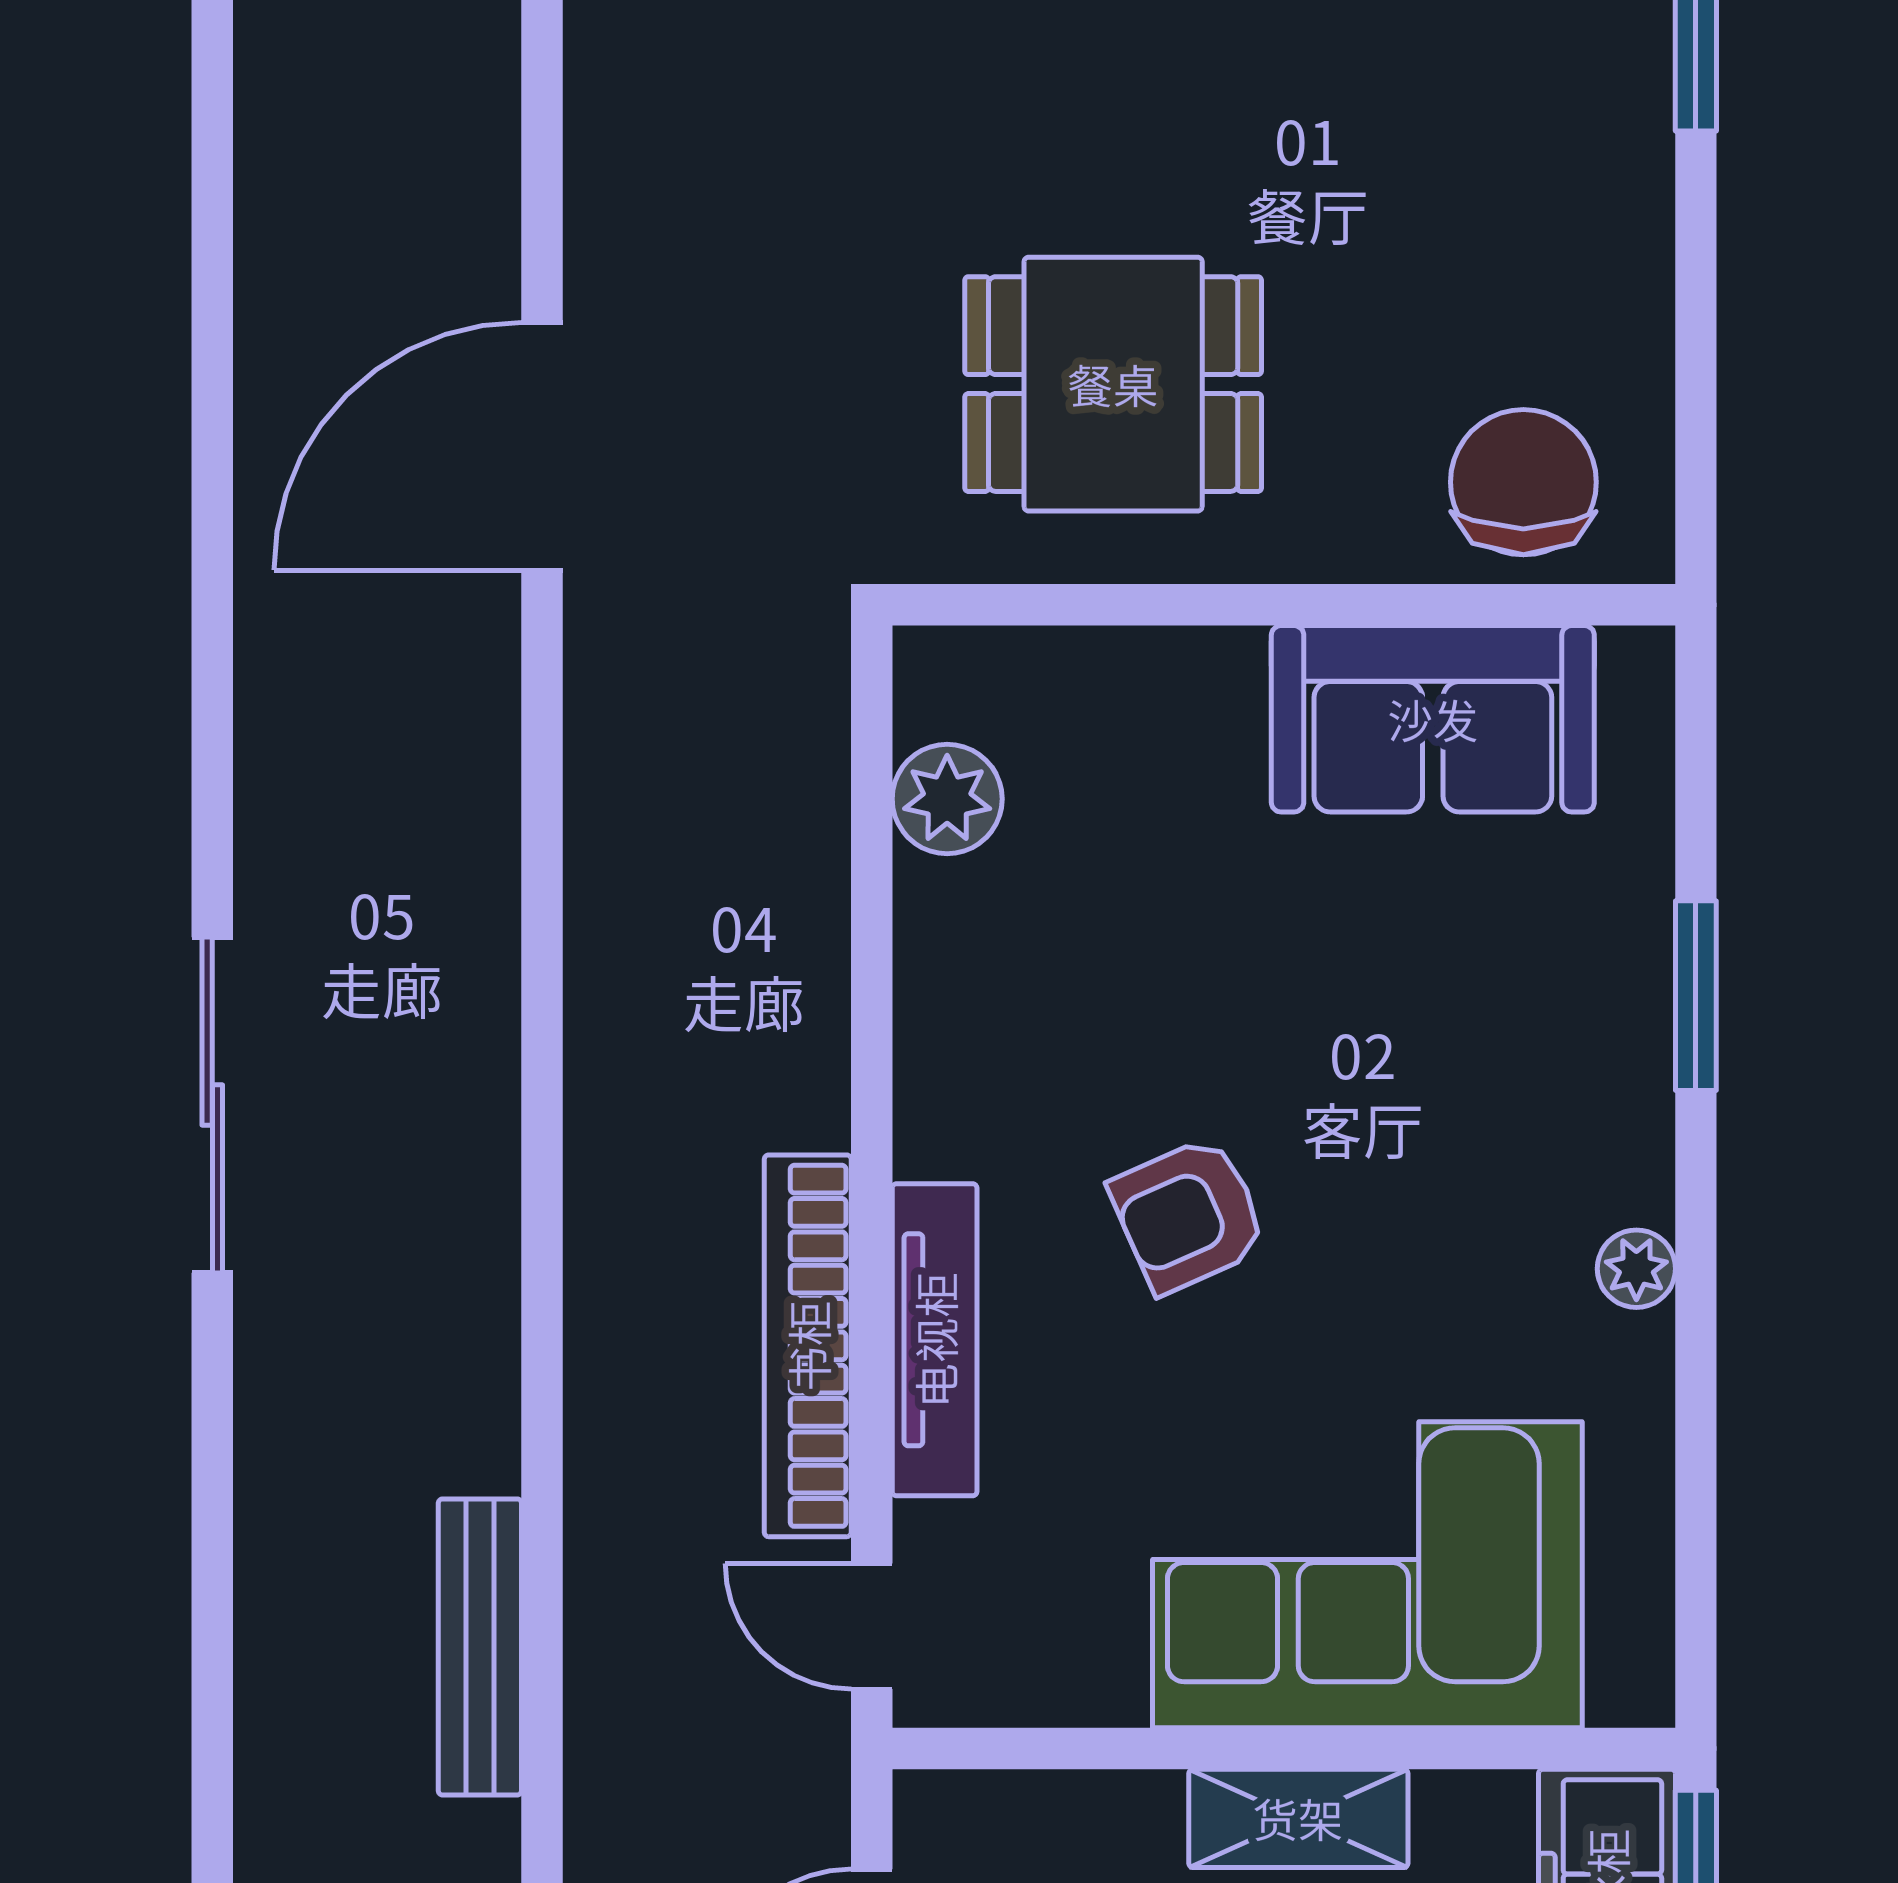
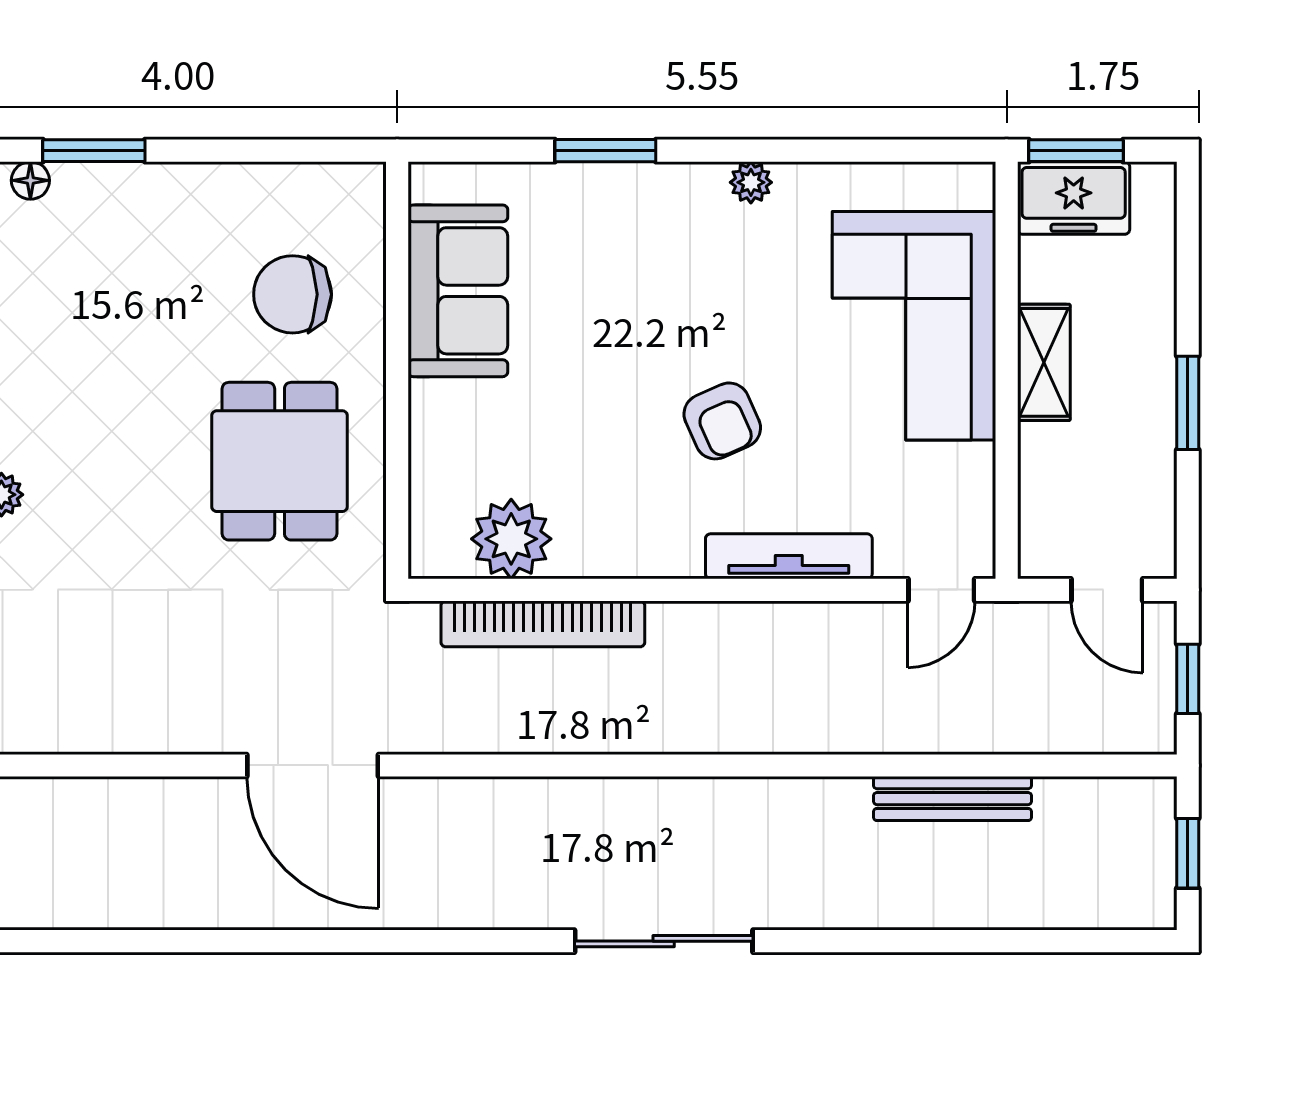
chair: (1523, 482) -> (293, 294), moved
plant: (947, 799) -> (511, 539), width x1.36, depth x1.36
bookcase: (808, 1346) -> (543, 624), moved

